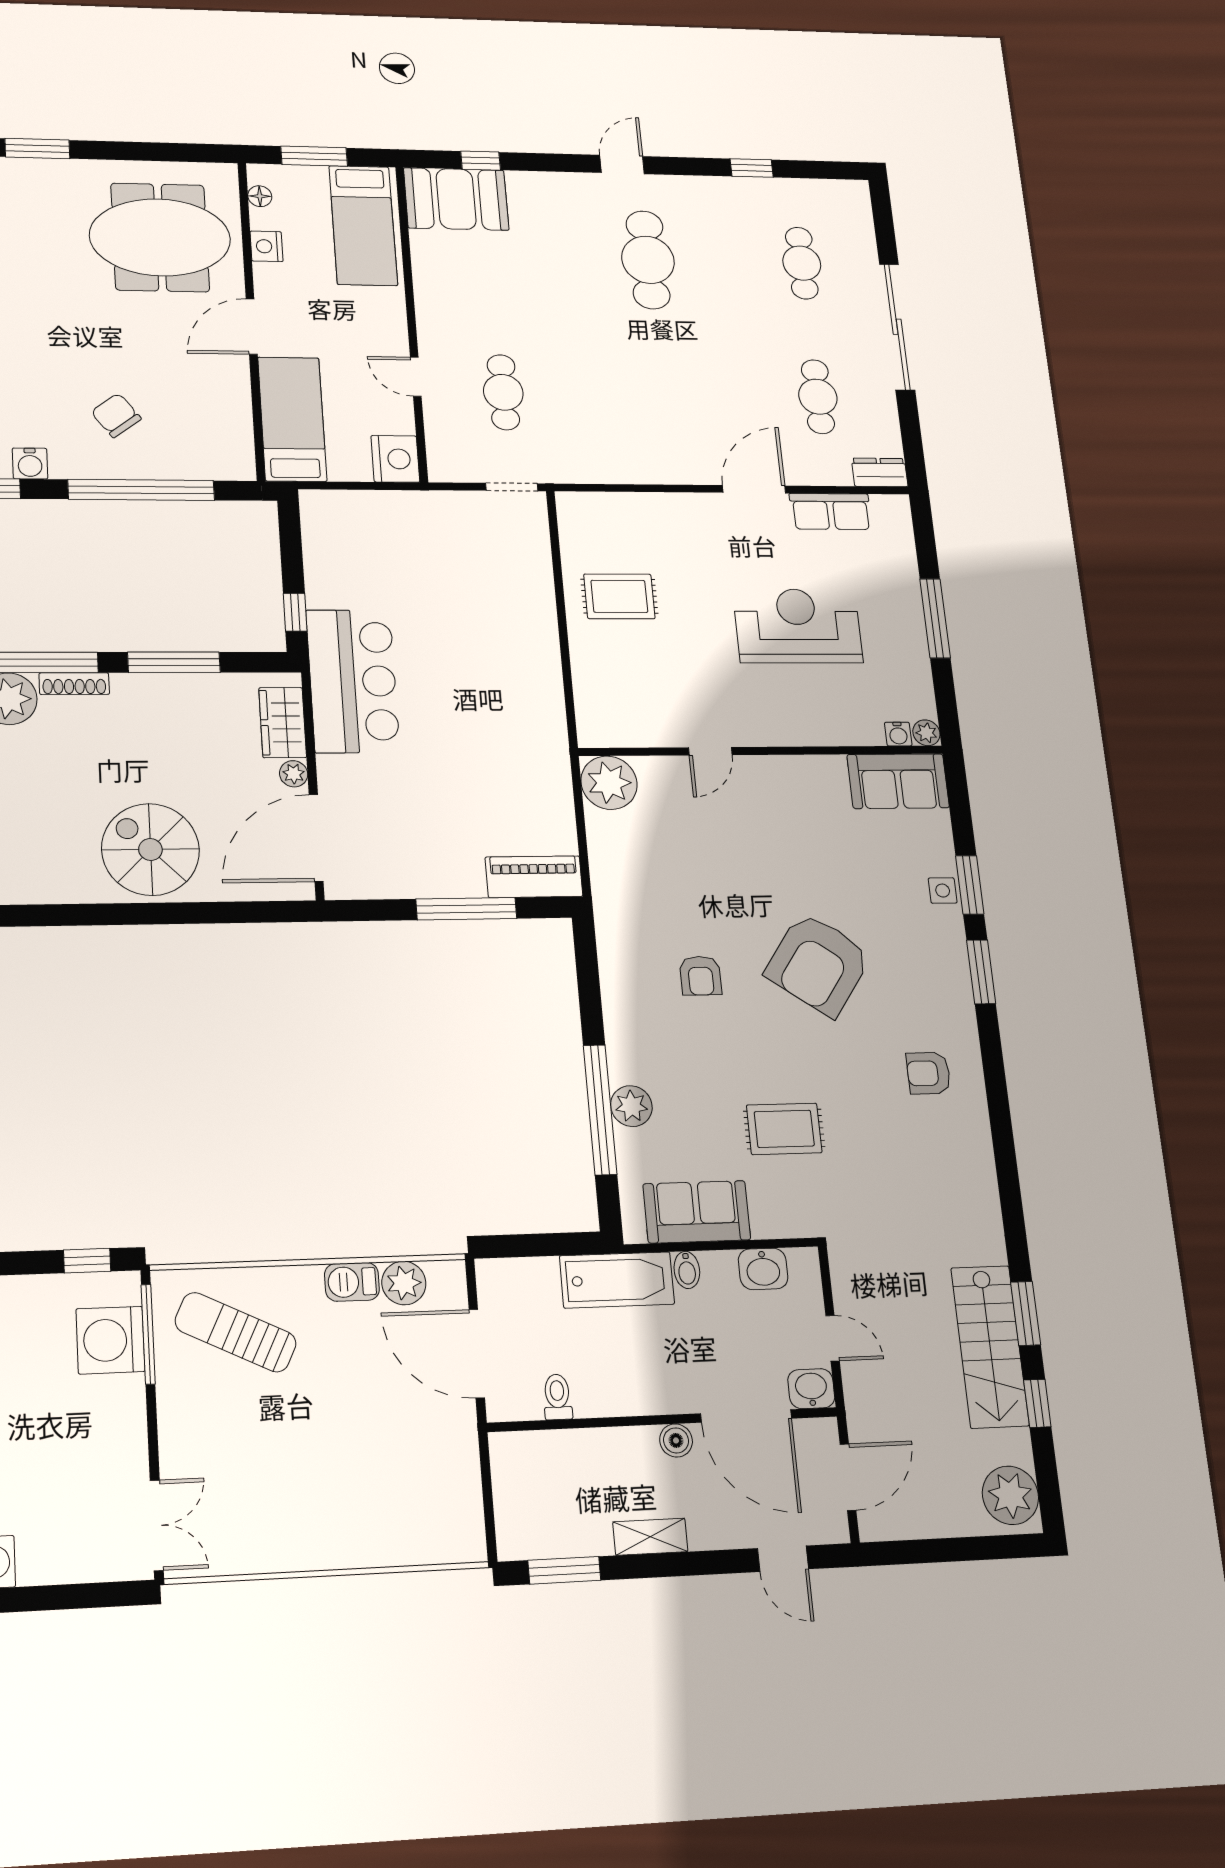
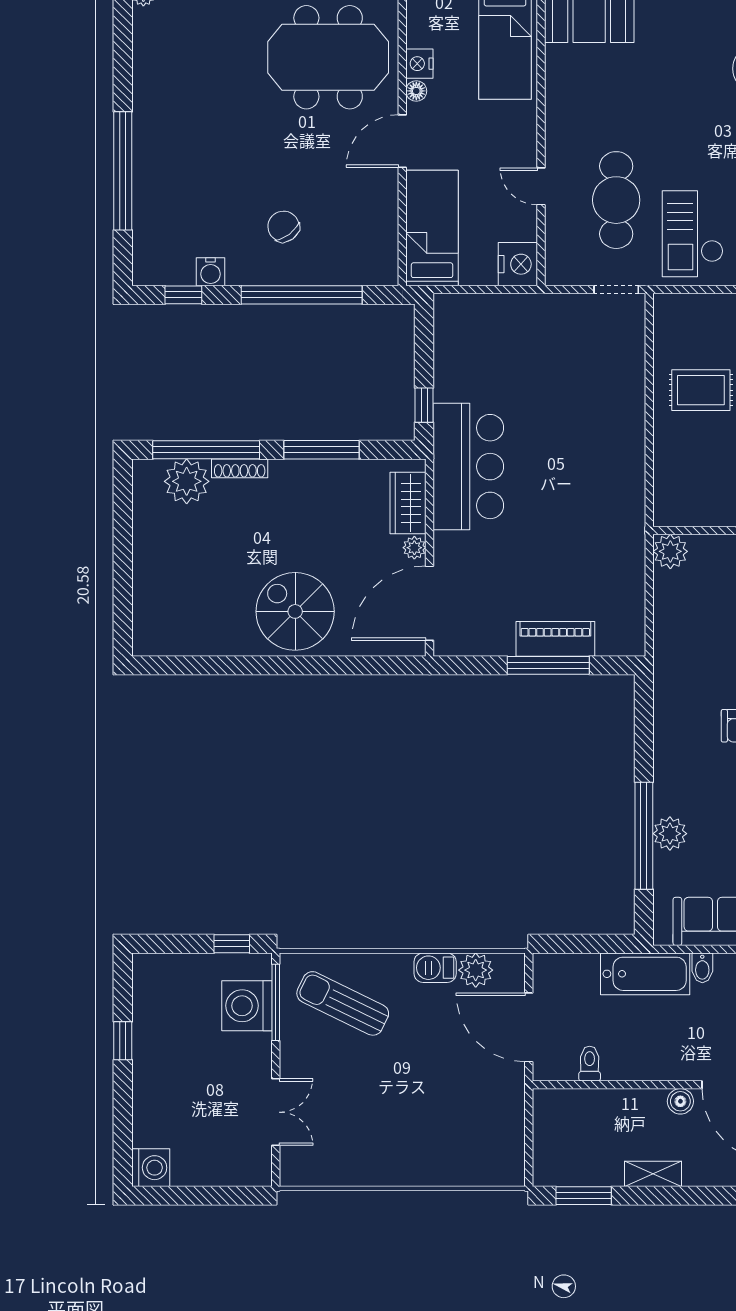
floor lamp: (260, 196) -> (416, 91), moved
cafe table: (503, 392) -> (616, 200), width x1.37, depth x1.35
checkout: (594, 429) -> (693, 234), added
plant: (609, 783) -> (670, 551), width x0.73, depth x0.73
piano: (534, 877) -> (555, 639), moved
double door: (157, 1525) -> (276, 1112), moved

